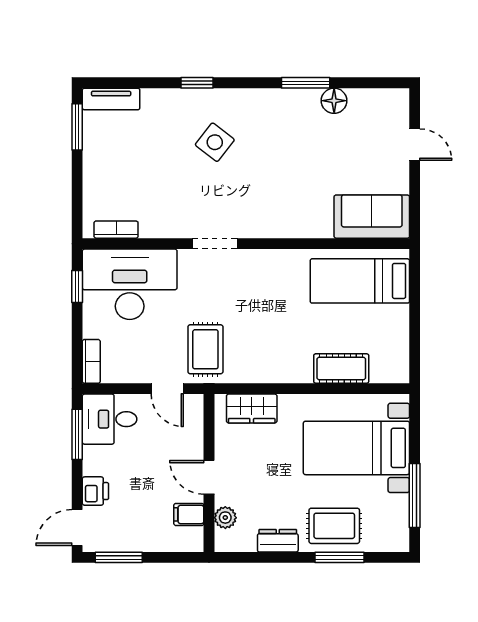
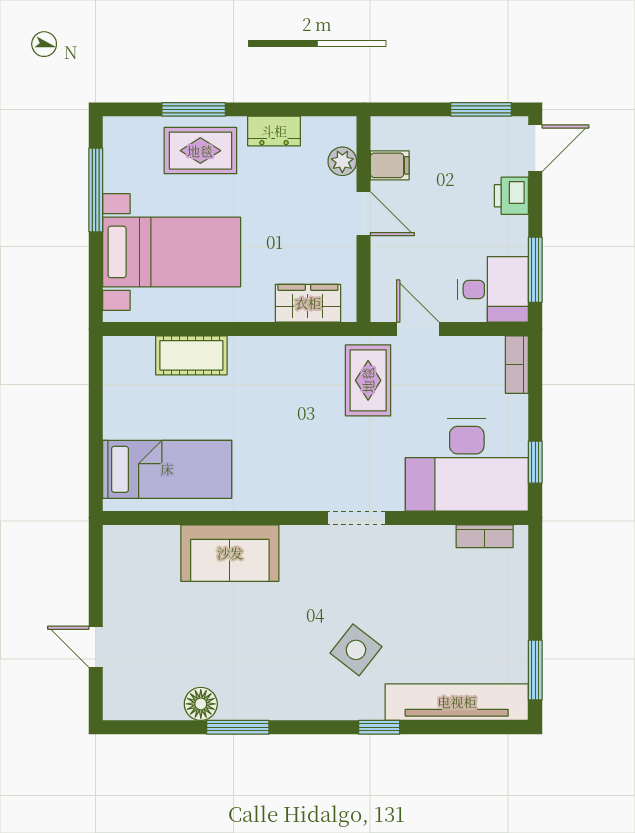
tv unit: (111, 99) -> (457, 702), width x1.92, depth x1.29
sofa: (372, 217) -> (230, 553), moved

